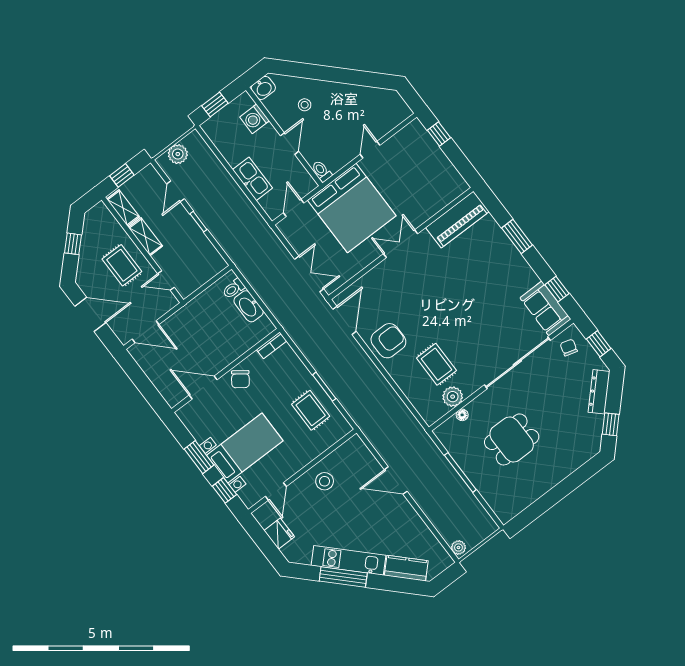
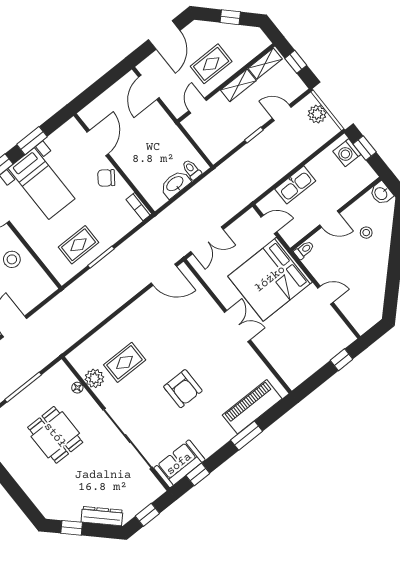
washing machine: (255, 119) -> (347, 153), moved, turned -90
piano: (457, 220) -> (252, 407), moved, turned 90
armchair: (388, 341) -> (183, 389), moved
chair: (569, 348) -> (143, 487), removed

